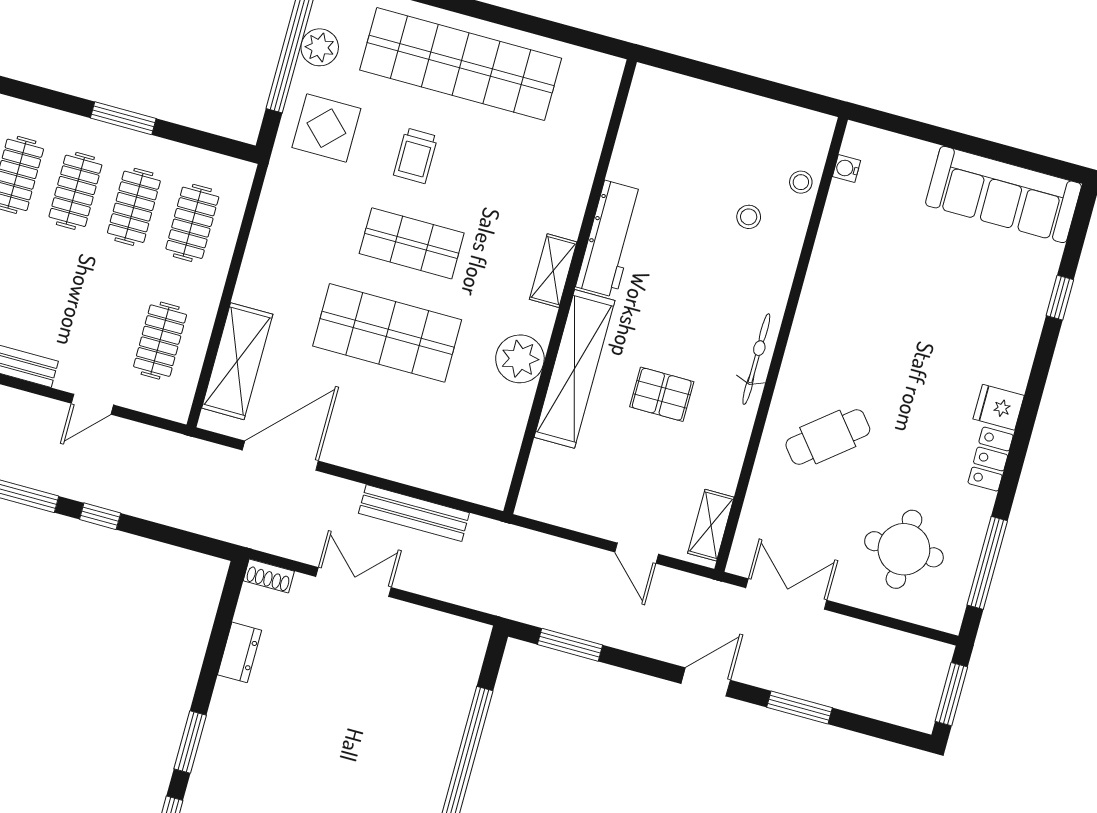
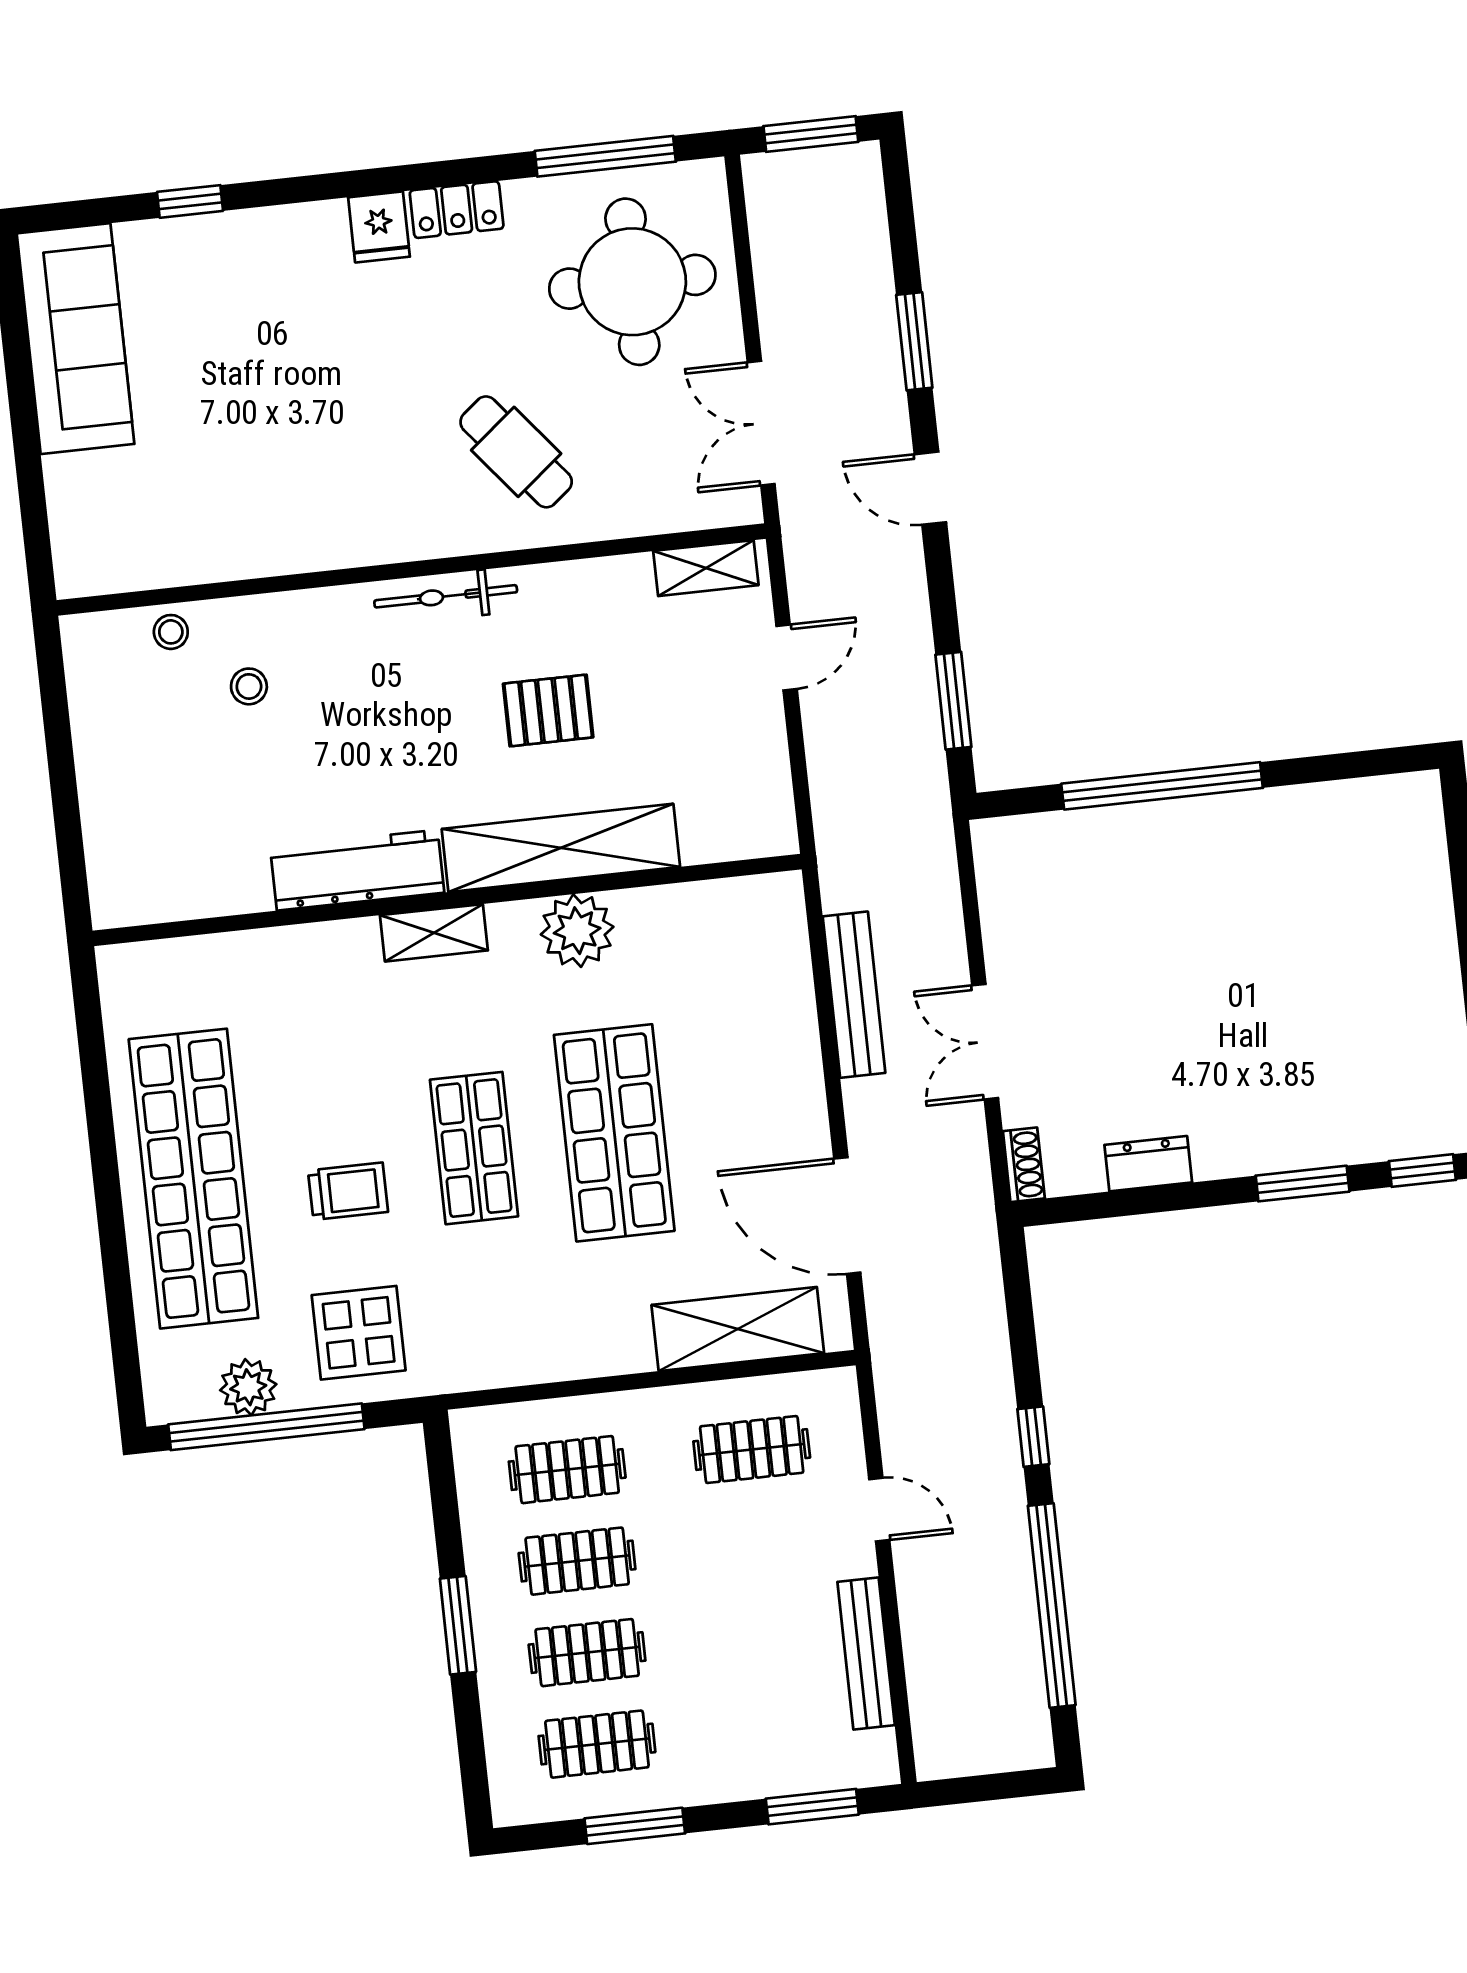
water cooler: (847, 169) -> (126, 575), removed
pallet: (662, 394) -> (548, 710), turned 90
round table: (904, 549) -> (632, 282), width x1.36, depth x1.36

